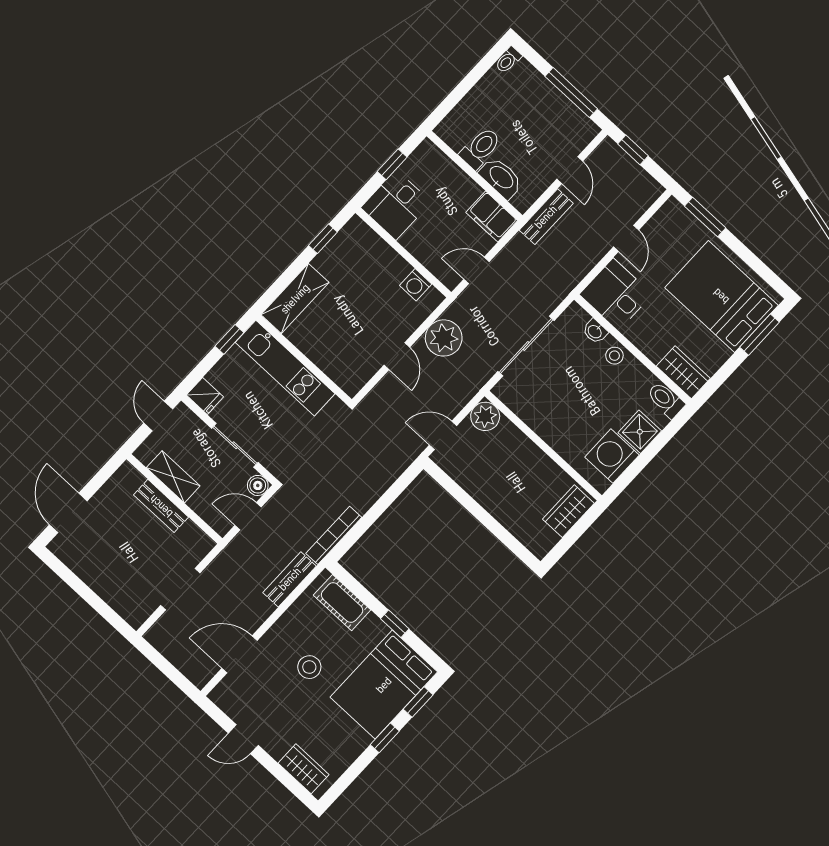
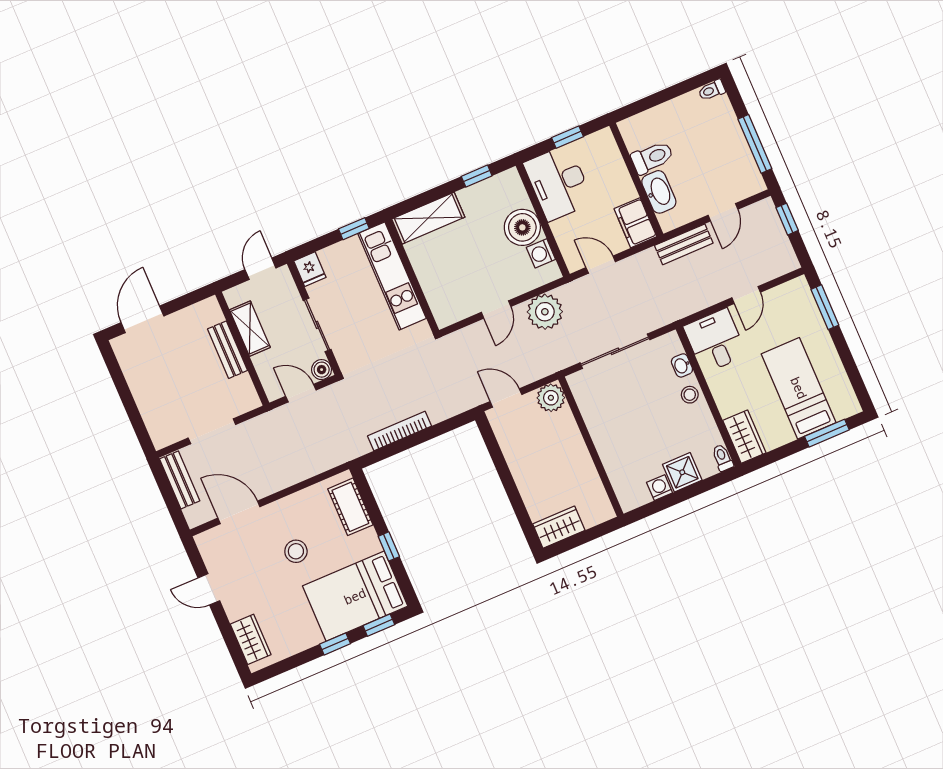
desk: (396, 205) -> (558, 183), width x1.37
boiler: (387, 268) -> (522, 227), added
bed: (721, 296) -> (799, 388), width x0.67
toilet: (666, 400) -> (722, 458), width x0.73, depth x0.72
washing machine: (612, 456) -> (660, 488), width x0.53, depth x0.53
wardrobe: (568, 511) -> (559, 527), moved
bookcase: (334, 535) -> (399, 431), moved
bench: (290, 579) -> (180, 480), moved, turned 90

